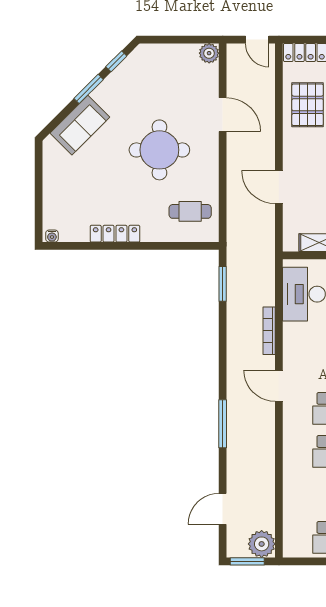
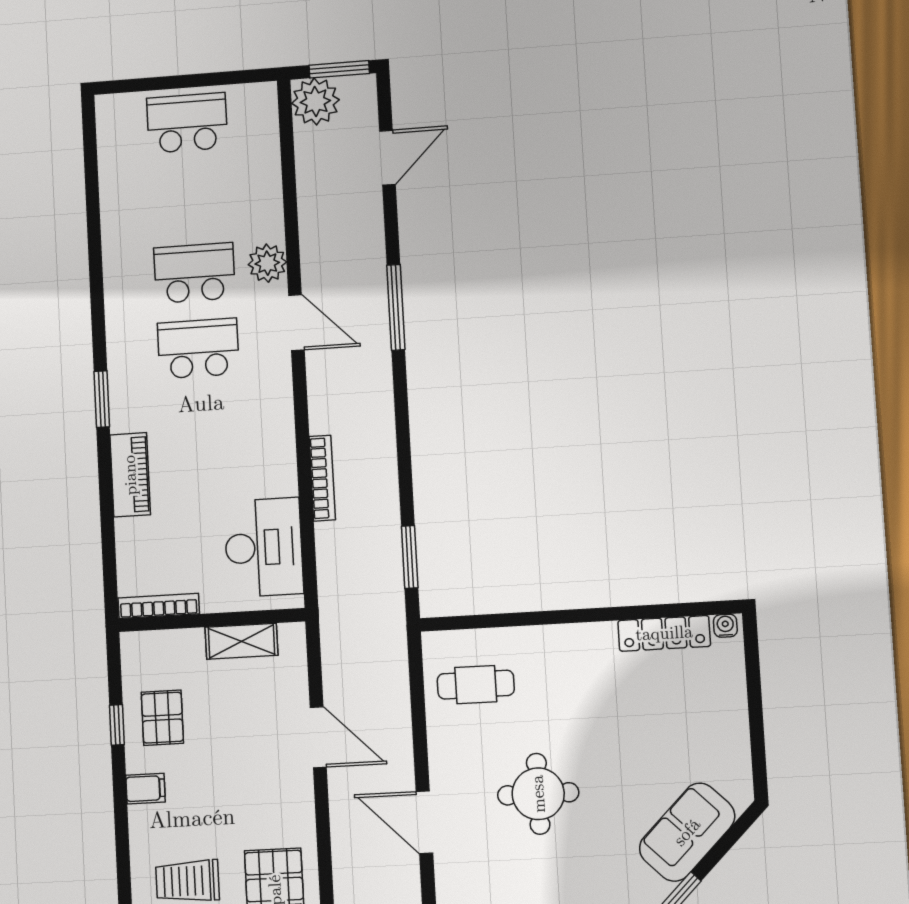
door: (223, 115) -> (424, 822), moved
round table: (159, 150) -> (538, 794), width x0.73, depth x0.73
locker: (115, 234) -> (664, 633), moved
door: (279, 386) -> (296, 323), moved
plant: (294, 454) -> (267, 263), added

